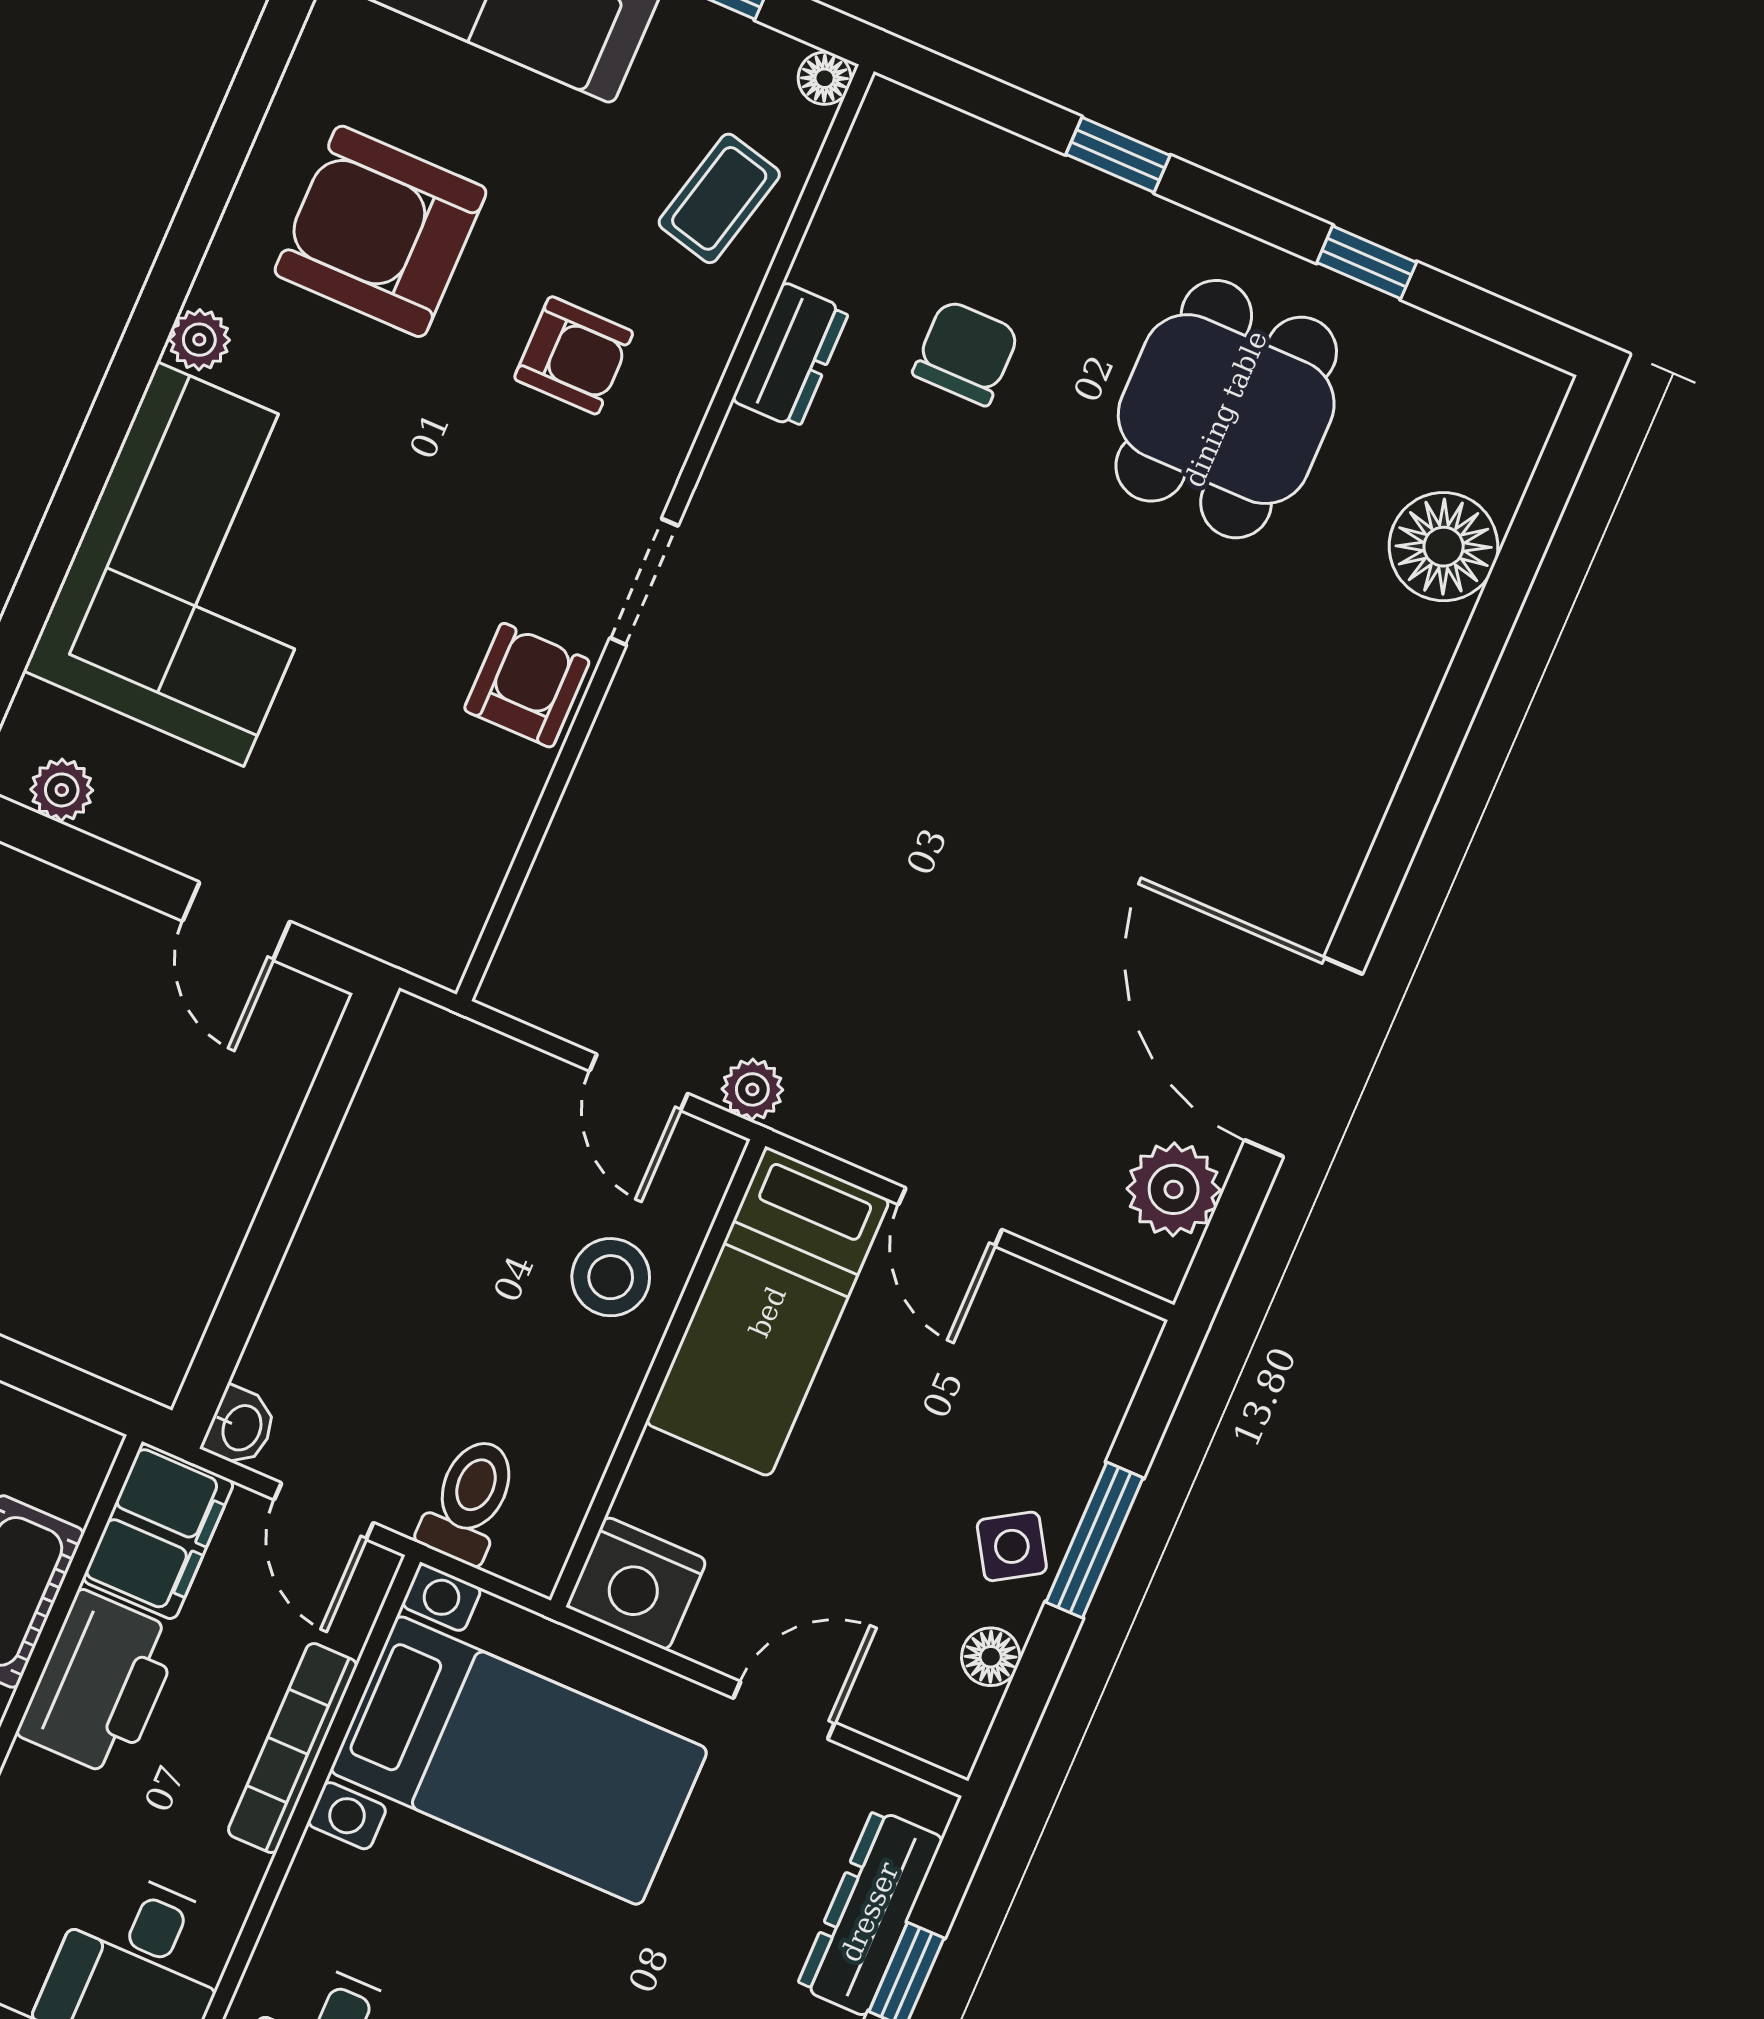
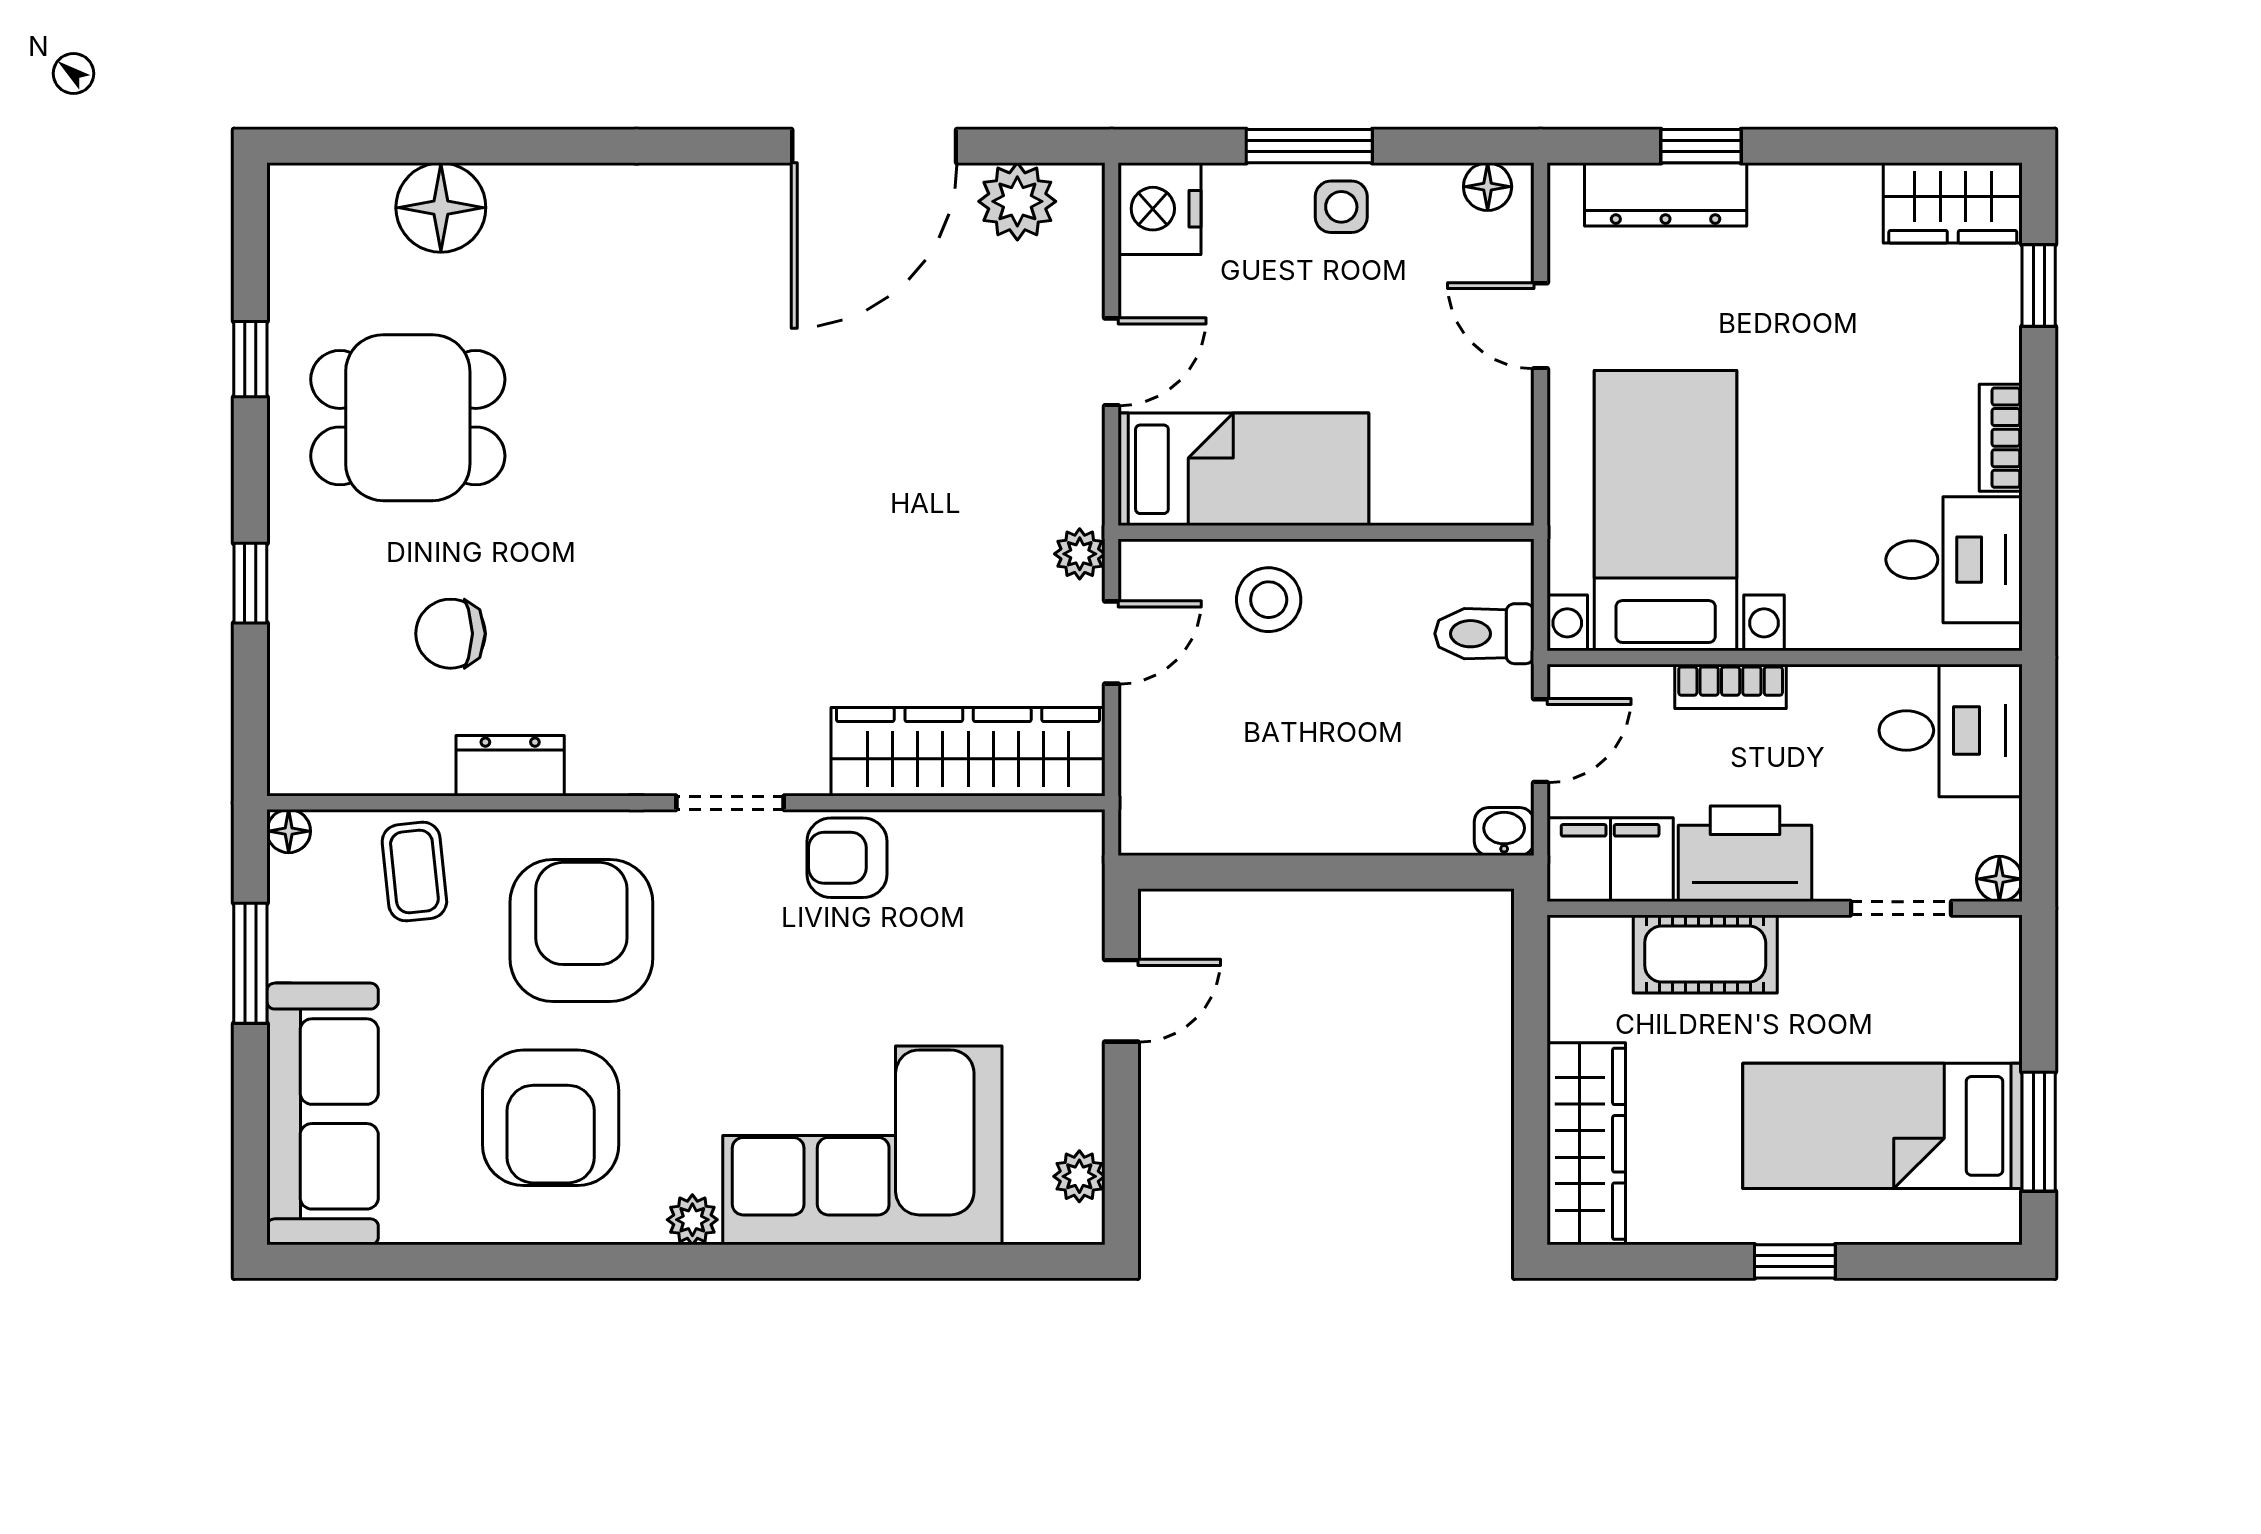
coffee table: (719, 198) -> (414, 872), turned 70
armchair: (574, 355) -> (581, 931), width x1.88, depth x1.88
wardrobe: (586, 870) -> (968, 752), added
side table: (1012, 1546) -> (1341, 207), turned 32
nightstand: (636, 1583) -> (1159, 209), moved, turned 180
floor lamp: (991, 1657) -> (1488, 187), moved
bookcase: (293, 1748) -> (1731, 686), width x0.64

